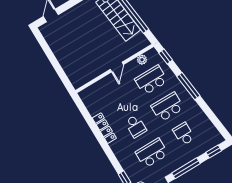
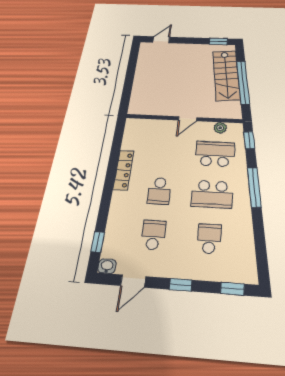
school desk: (167, 107) -> (212, 194), turned 180
school desk: (152, 153) -> (153, 235), width x0.54
window: (186, 168) -> (181, 285), width x0.46

